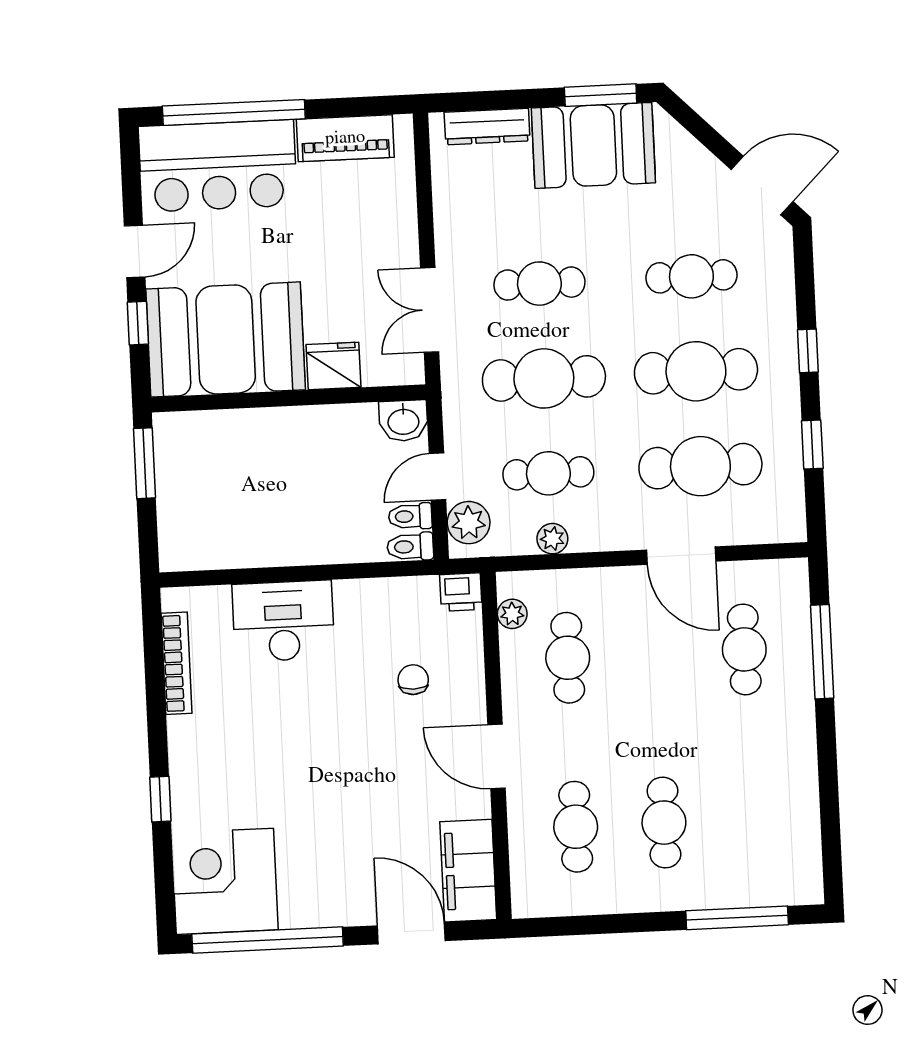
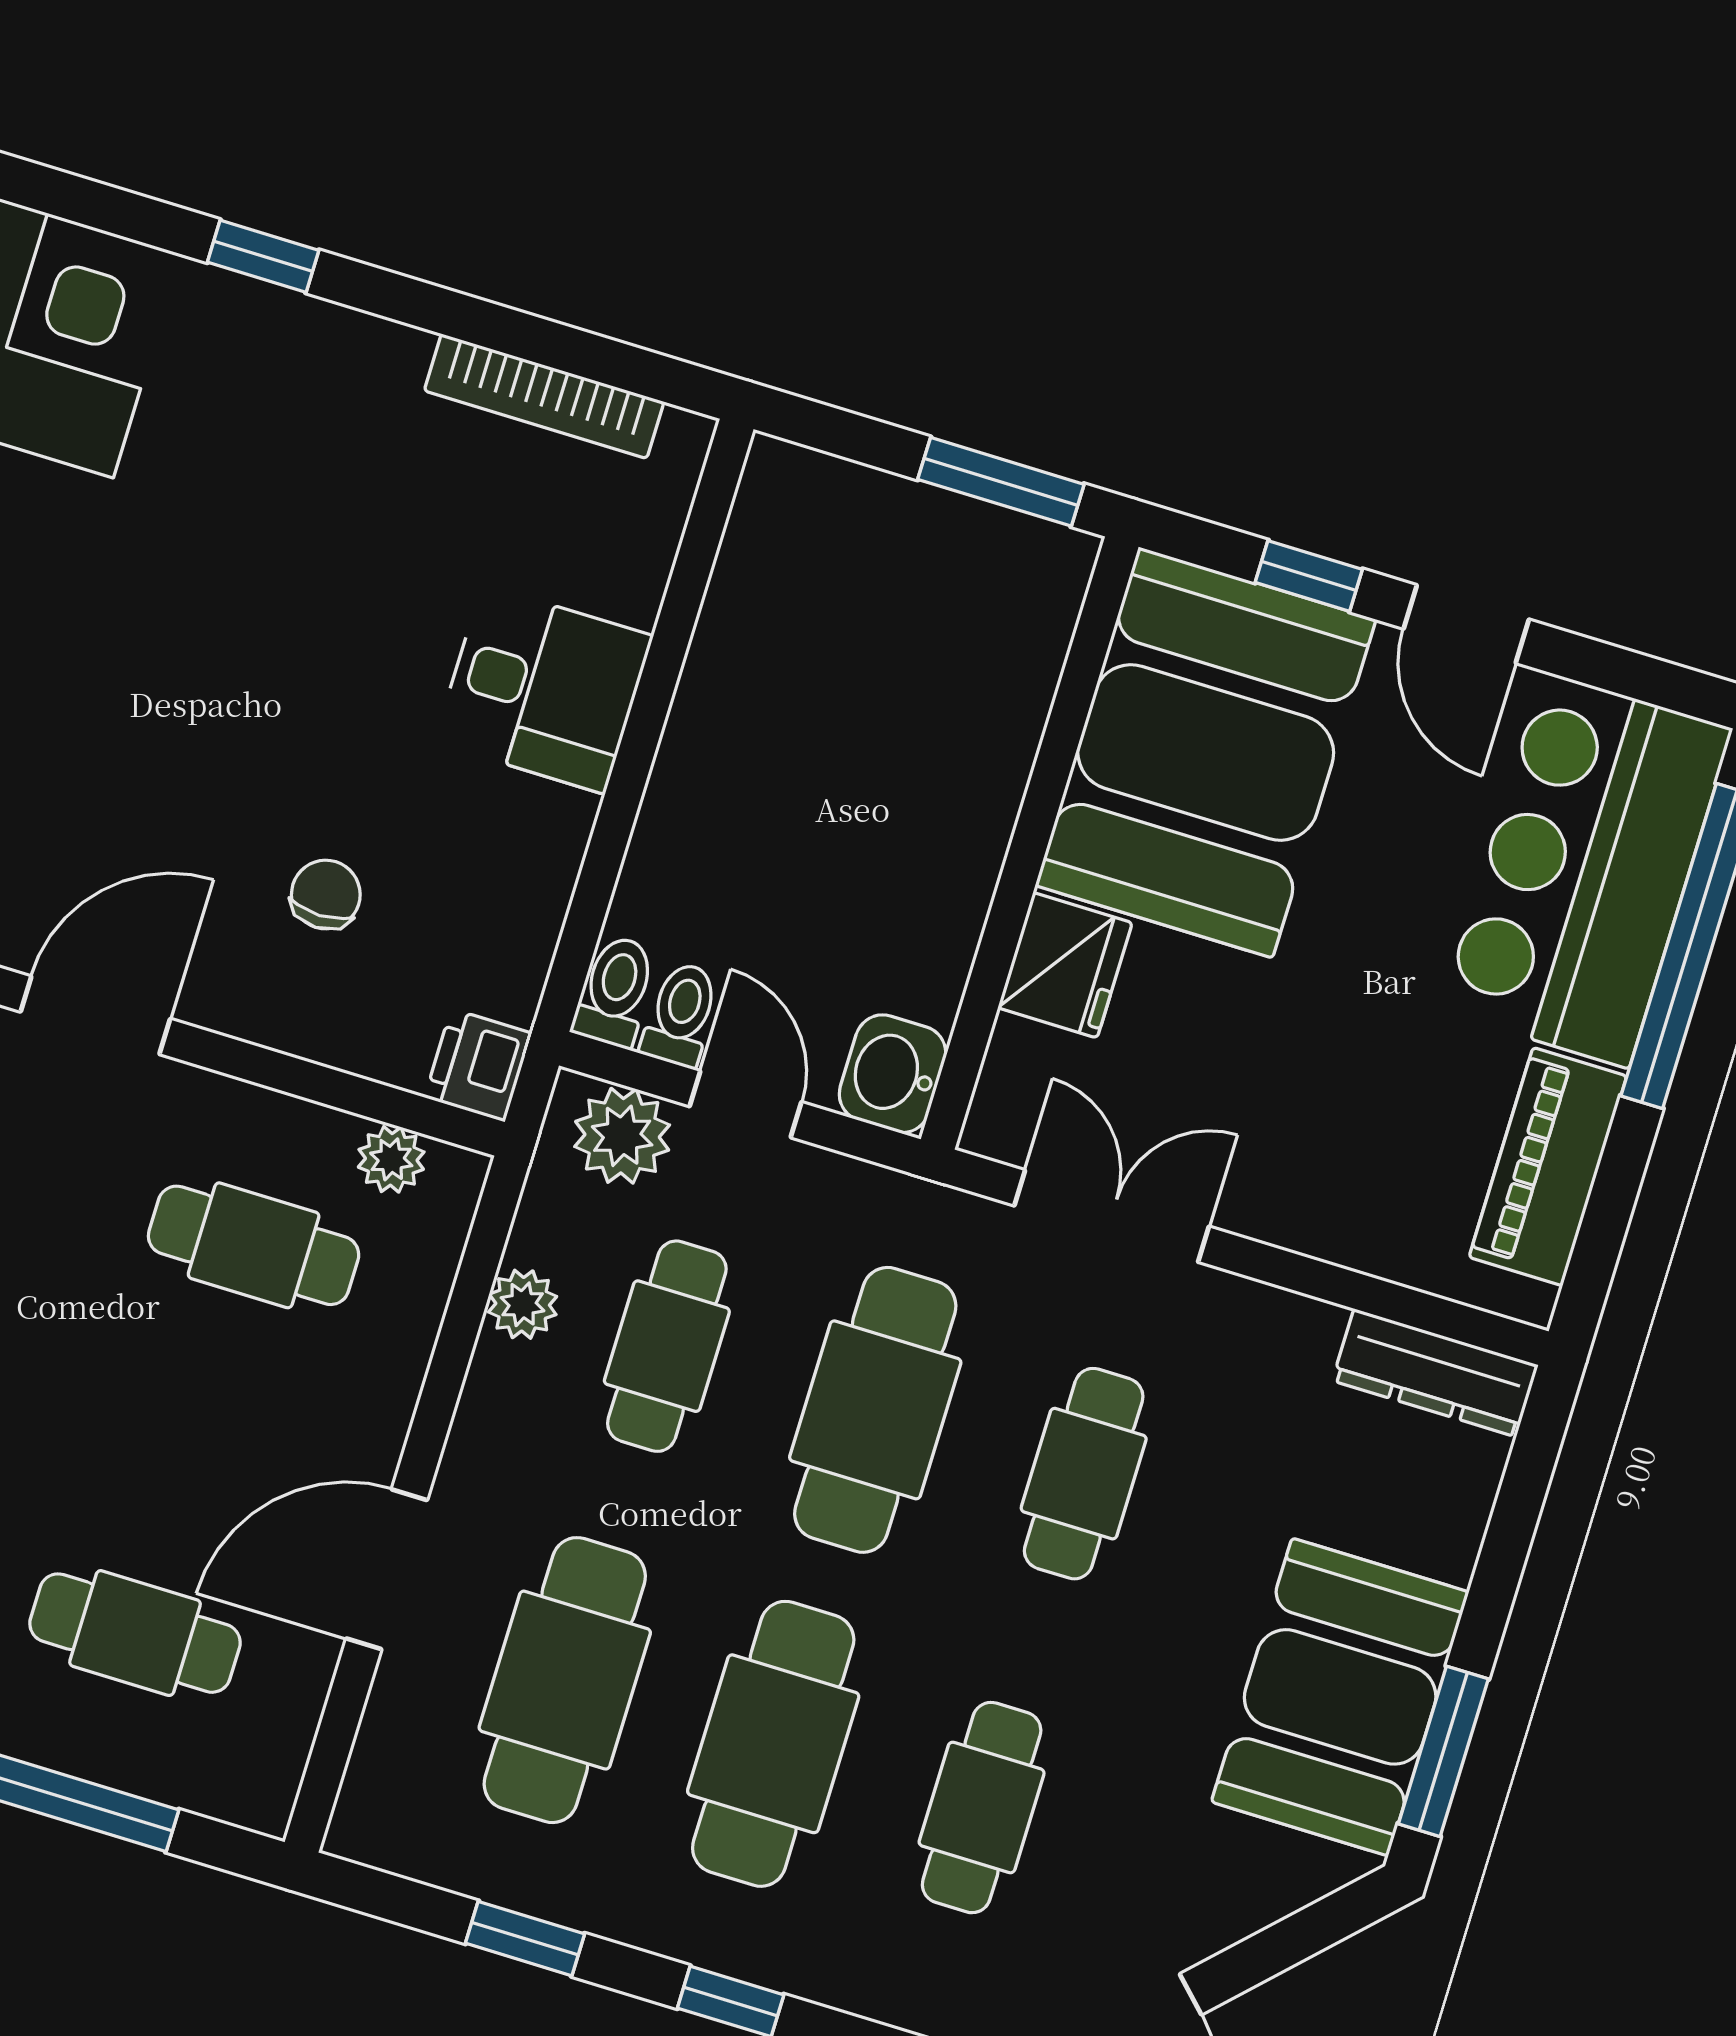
dresser: (487, 127) -> (1435, 1373), moved, turned -90
desk: (283, 621) -> (544, 689), width x0.73
chair: (413, 680) -> (326, 895), turned -90

